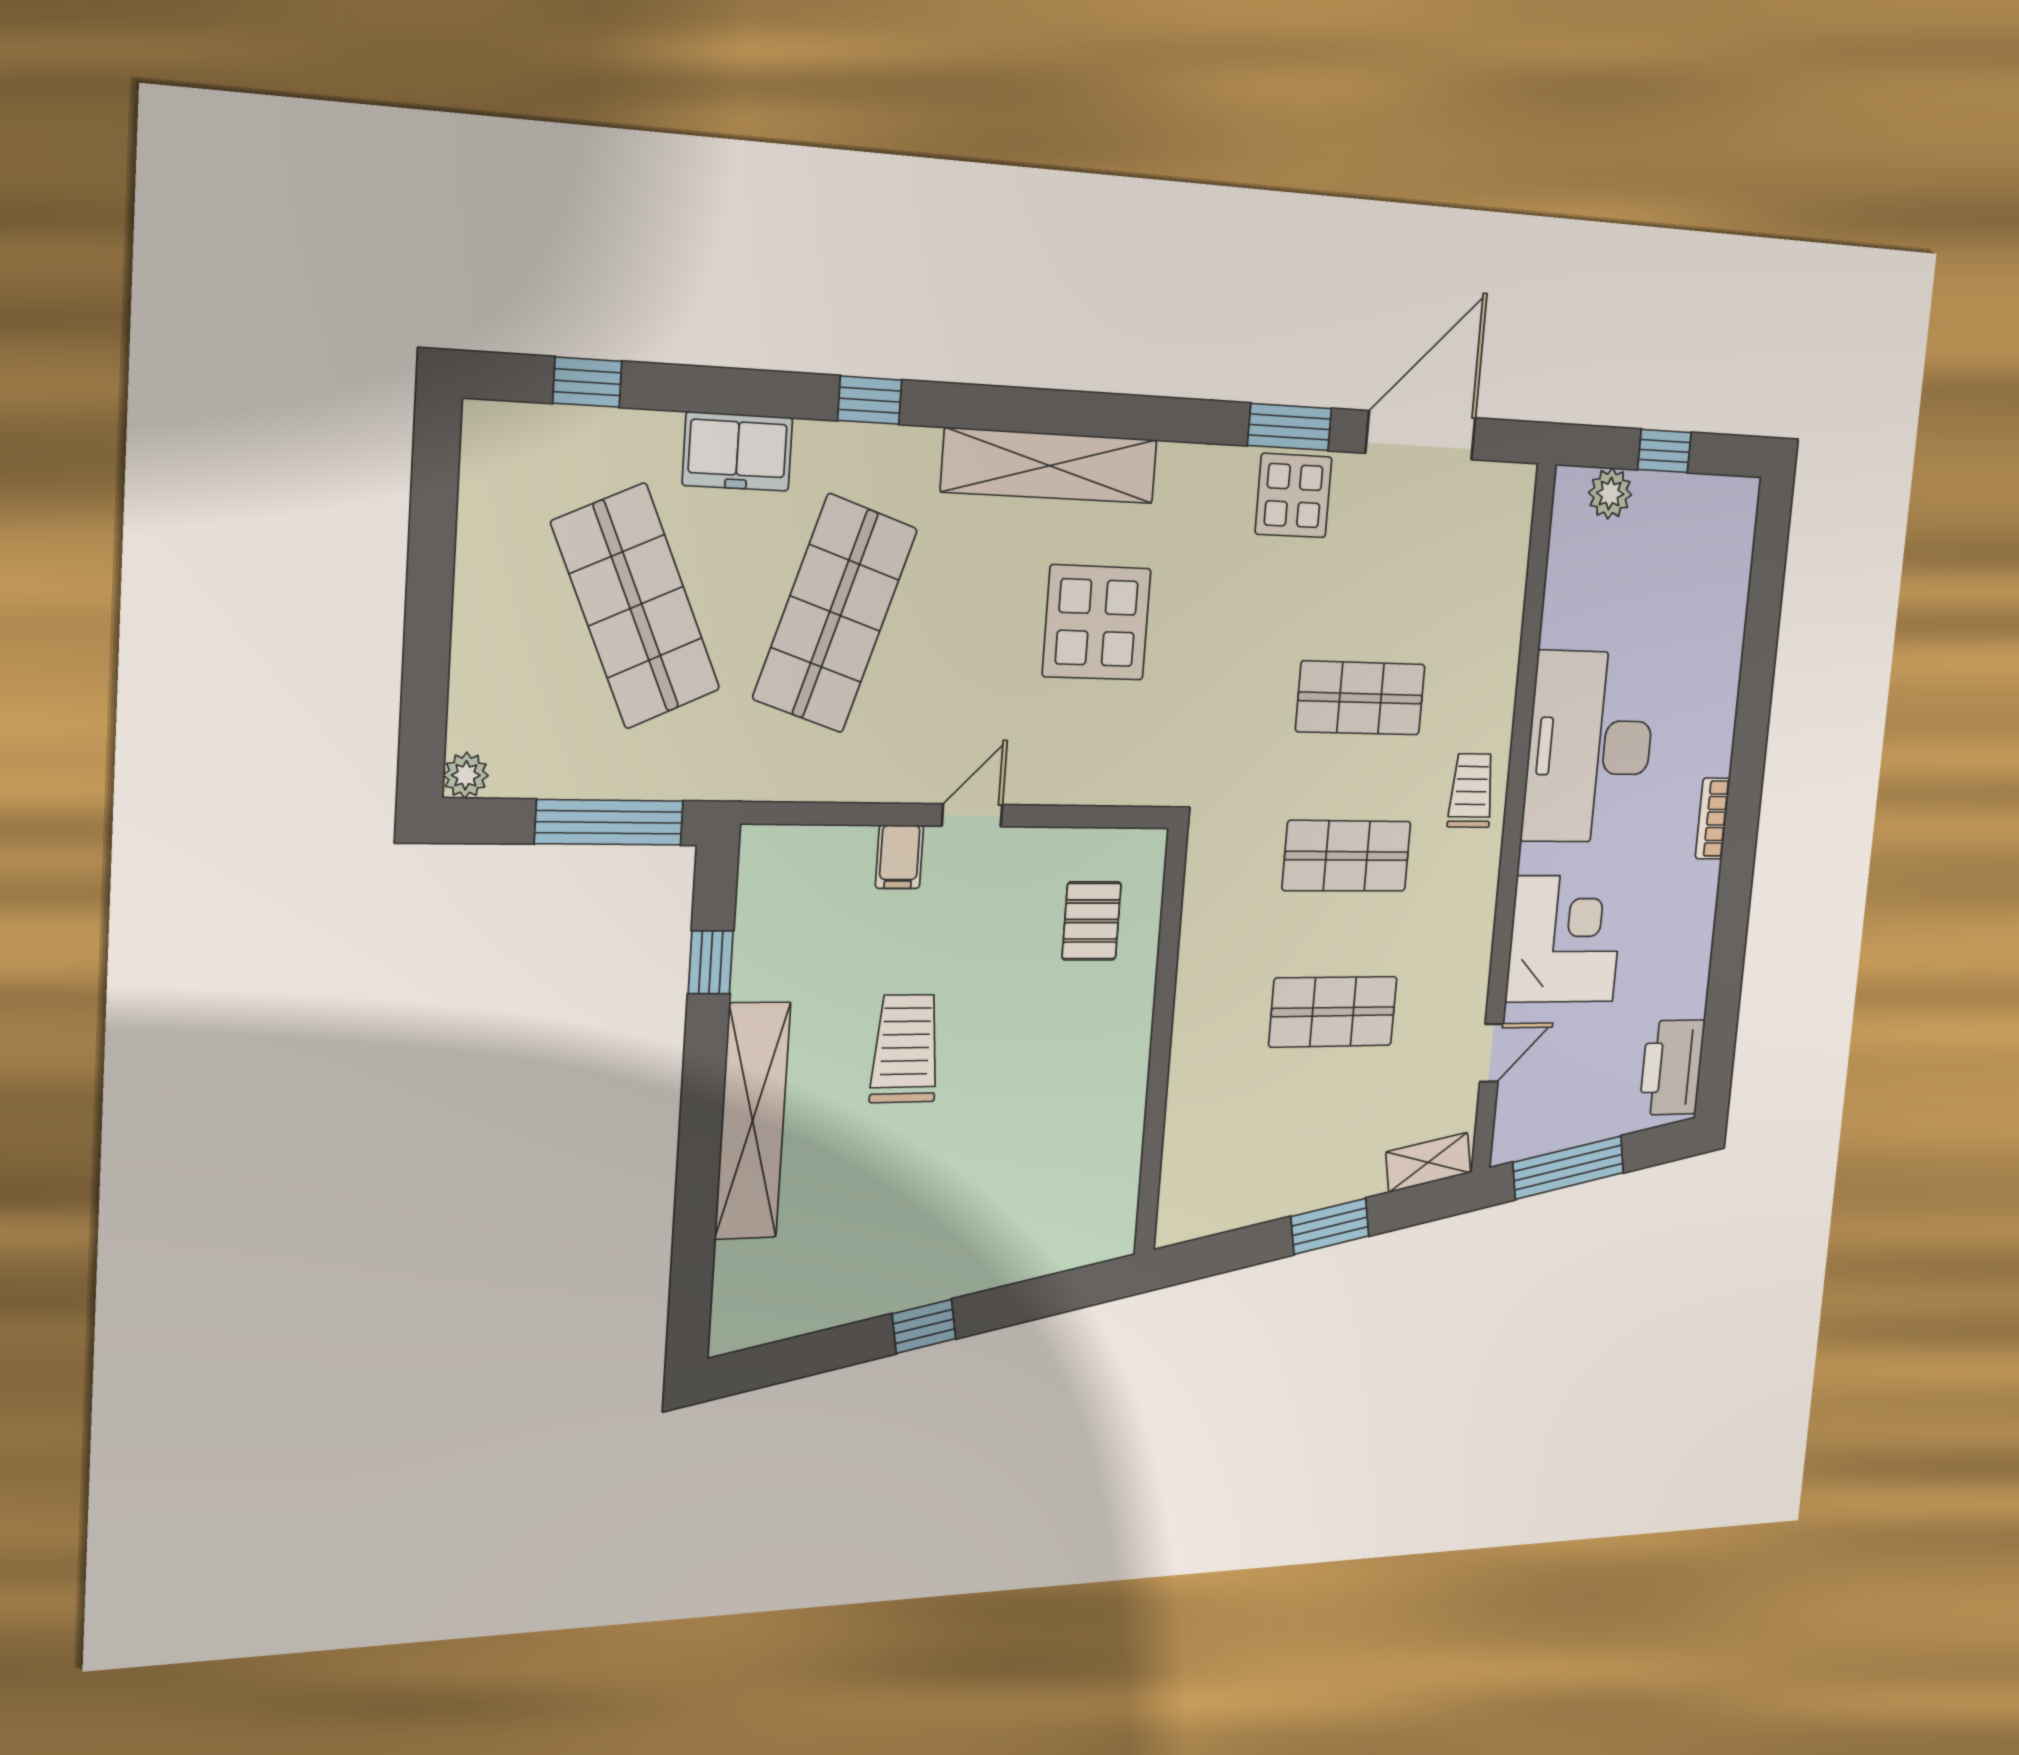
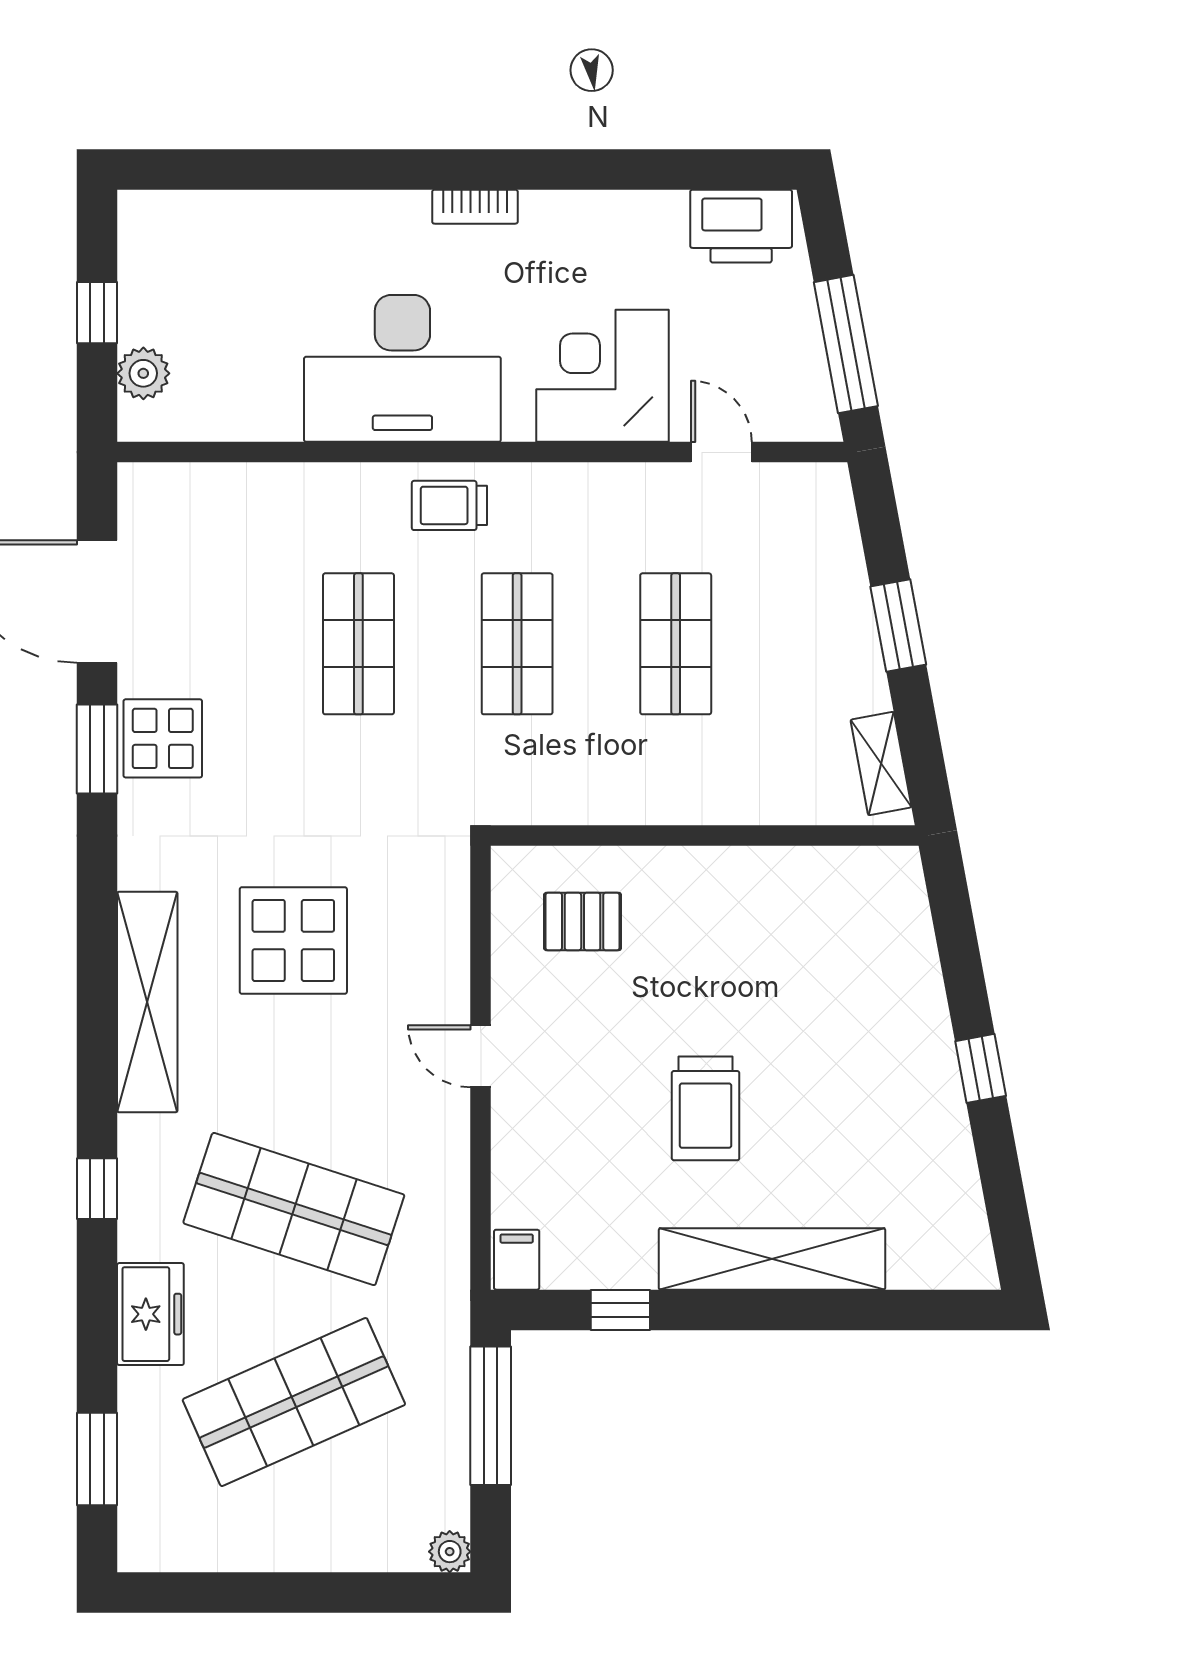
window: (587, 382) -> (97, 1459), width x1.50
filing cabinet: (899, 857) -> (517, 1260), moved, turned -90
trolley: (905, 1049) -> (706, 1108), turned -90
shelving: (1428, 1162) -> (881, 764), moved

